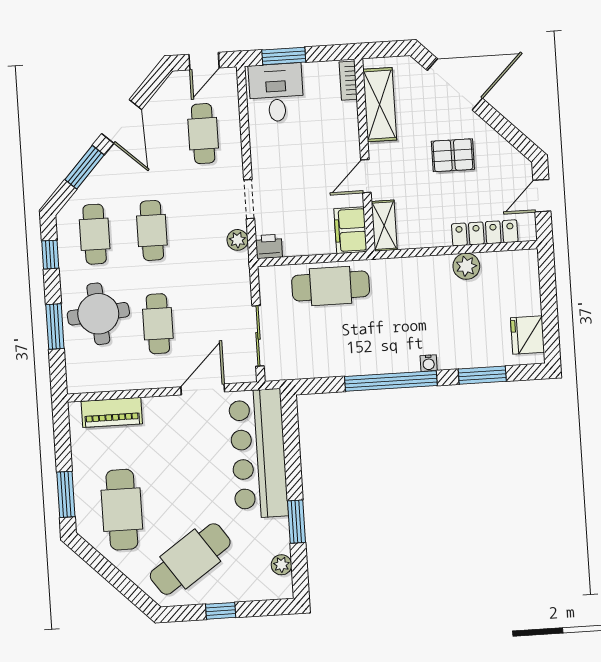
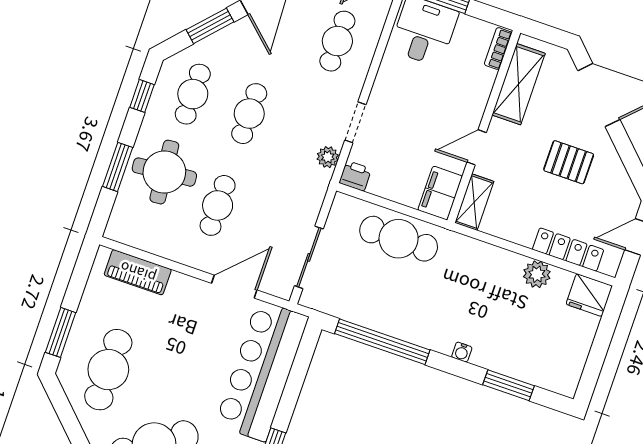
fridge: (528, 335) -> (589, 295), moved, turned -90
window: (391, 381) -> (382, 342), moved

